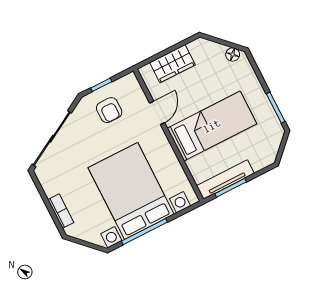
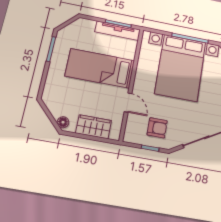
floor lamp: (233, 55) -> (63, 122), moved
armchair: (109, 110) -> (157, 128), turned 90
door: (157, 113) -> (128, 103), swing flipped

